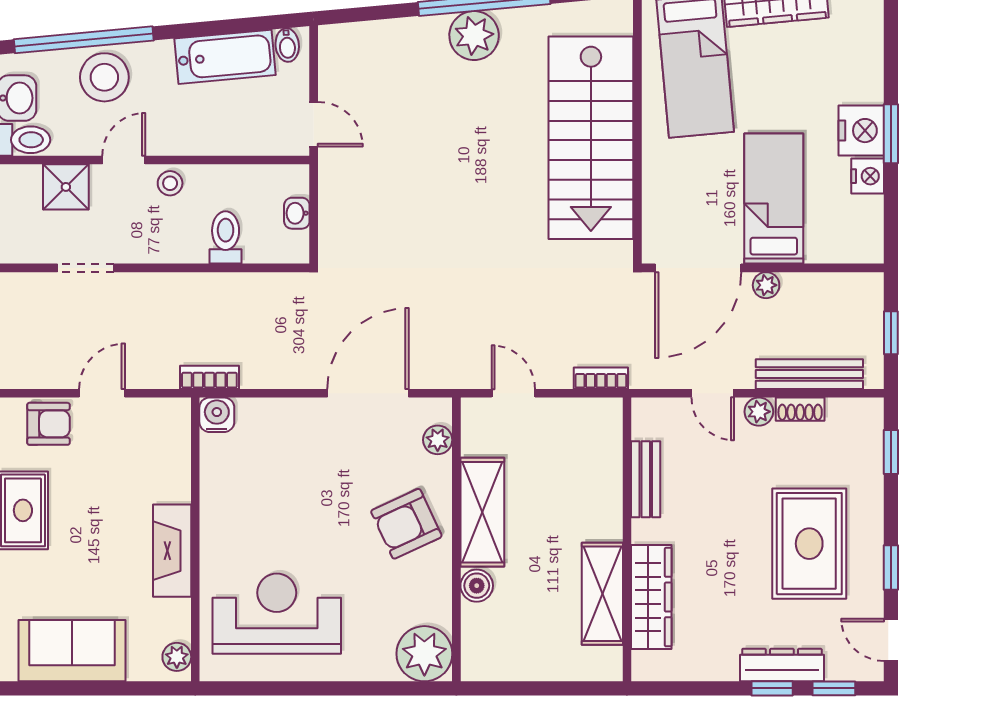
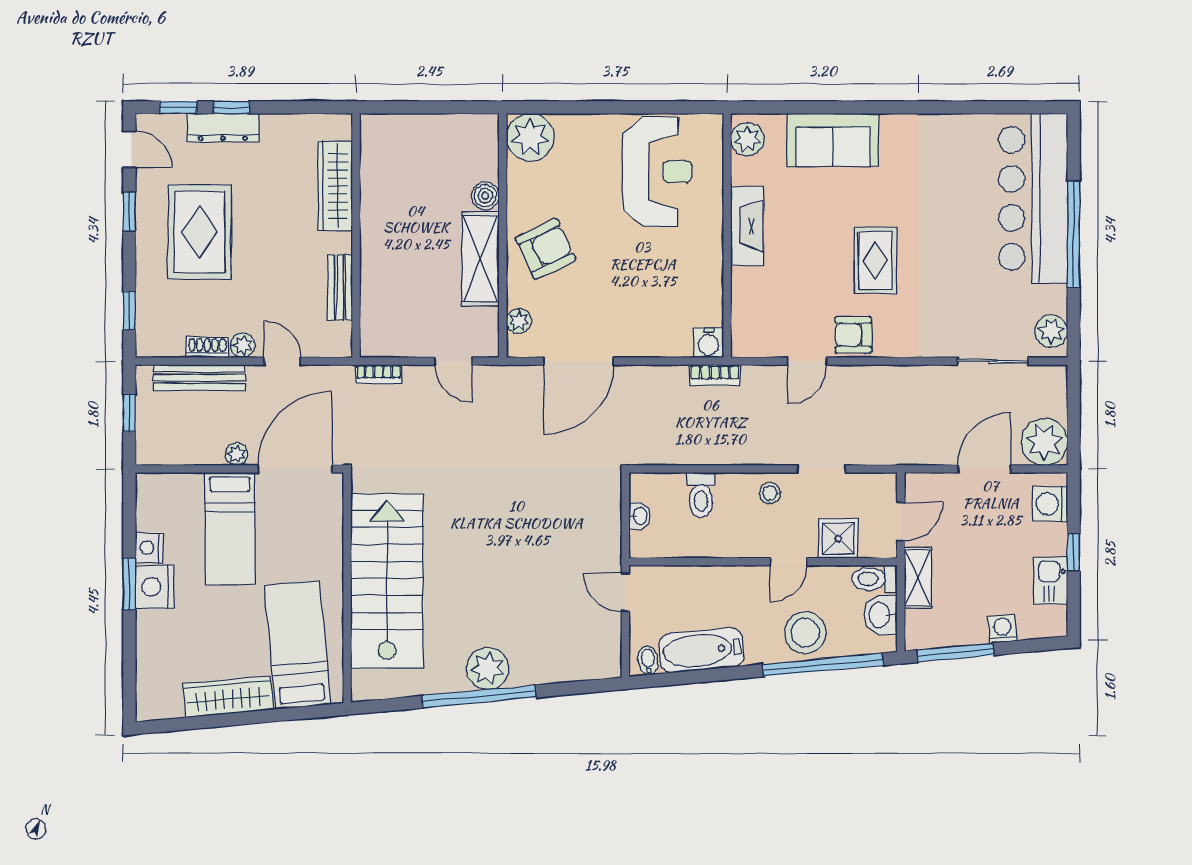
stool: (170, 183) -> (770, 493), moved
shelving: (602, 594) -> (377, 189), removed
reception desk: (277, 614) -> (657, 172), turned -90
plant: (177, 657) -> (748, 139), width x1.38, depth x1.38

